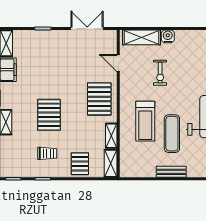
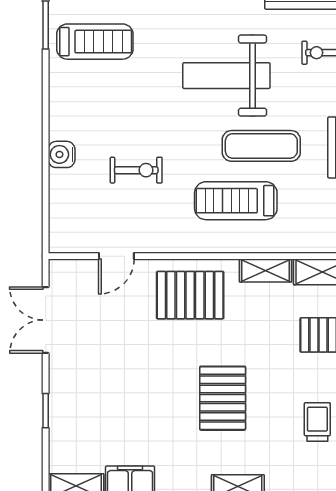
shelving: (141, 37) -> (64, 208), removed
pallet: (49, 115) -> (223, 398), turned 90
treadmill: (145, 121) -> (236, 201), turned 180
trolley: (47, 153) -> (317, 422), moved

